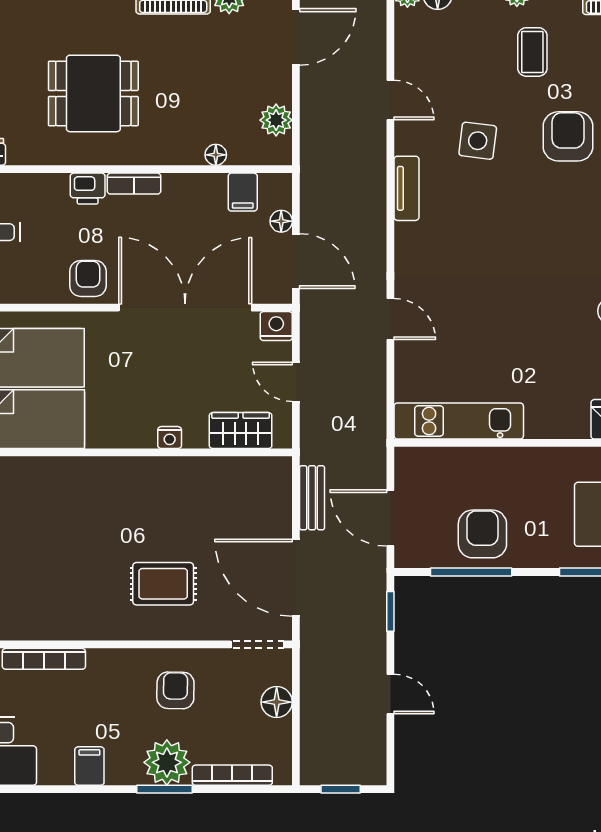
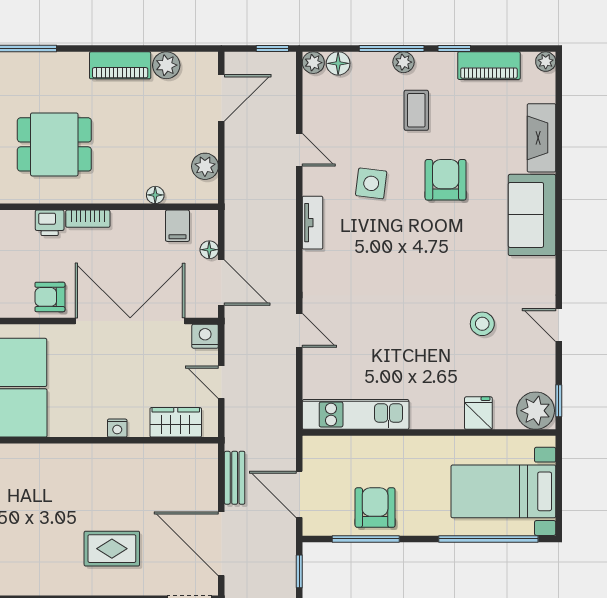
armchair: (88, 278) -> (50, 297), turned -90

